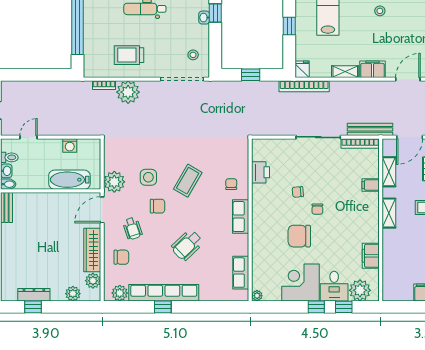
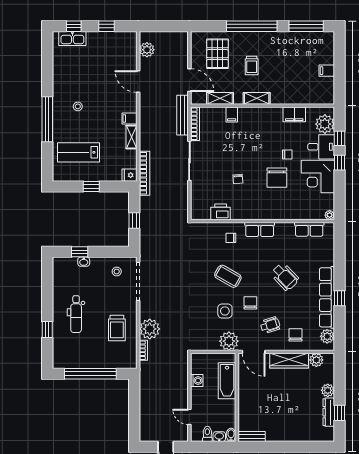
filing cabinet: (373, 69) -> (129, 118), width x0.50
chair: (317, 209) -> (287, 154), moved
plant: (73, 294) -> (328, 390), moved

